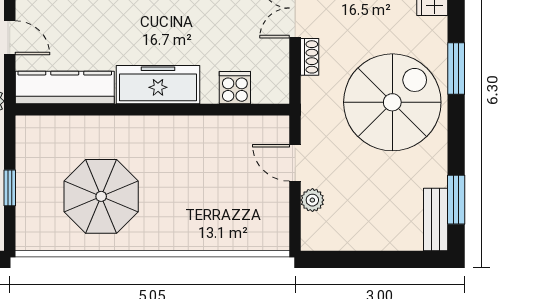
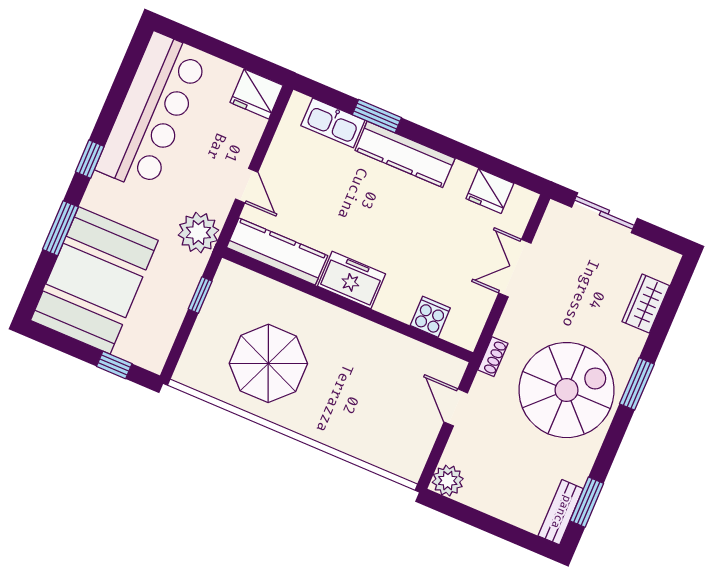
shoe rack: (310, 57) -> (493, 357), moved
freezer: (158, 85) -> (351, 280), width x0.71
window: (10, 188) -> (200, 295), moved
plant: (312, 200) -> (448, 481), moved, width x1.38, depth x1.38

